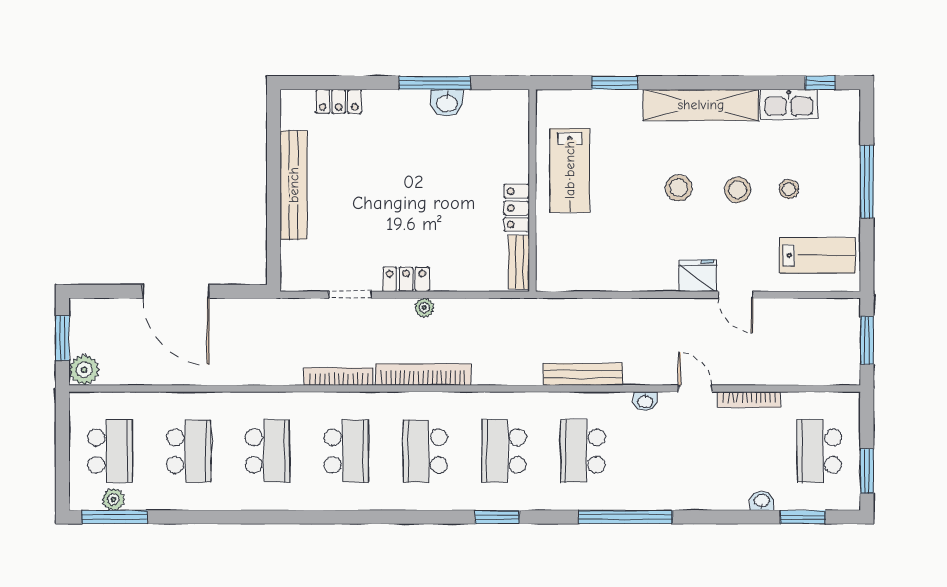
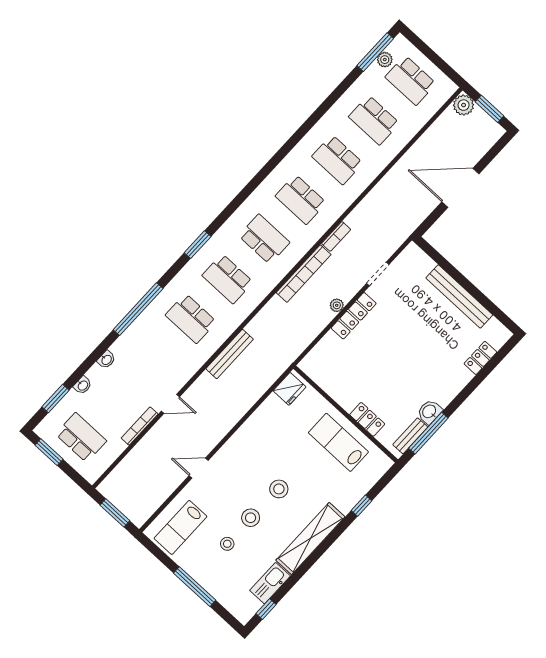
window: (435, 83) -> (428, 433), moved
window: (615, 83) -> (361, 506), width x0.67
locker: (517, 208) -> (367, 419), moved
bench: (519, 262) -> (410, 436), moved, turned 90
fridge: (698, 276) -> (290, 389), moved
locker: (406, 279) -> (354, 316), width x1.53
bookcase: (339, 377) -> (336, 236), width x0.64
washbasin: (645, 401) -> (106, 360), moved, turned 180
school desk: (504, 451) -> (228, 279), turned 180
school desk: (583, 451) -> (191, 318), turned 180

